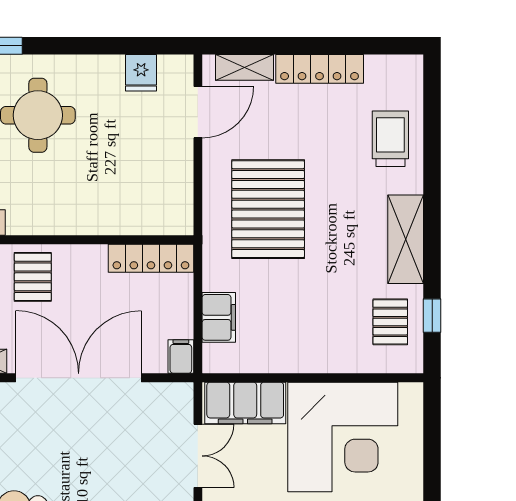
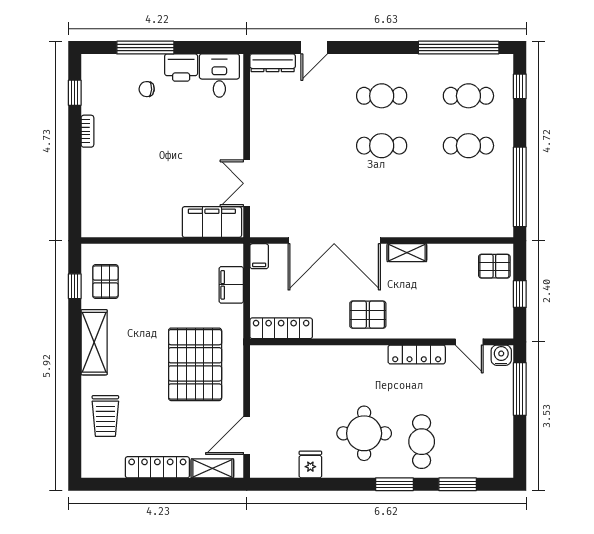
fridge: (141, 73) -> (310, 464), moved
pallet: (33, 277) -> (368, 315), turned 90
corner desk: (343, 437) -> (140, 197), removed

